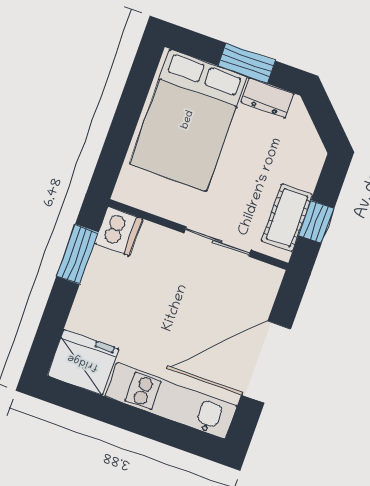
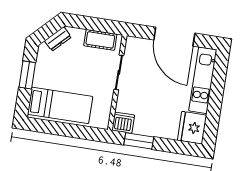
dresser: (268, 98) -> (58, 39), moved, turned 45
bed: (188, 120) -> (60, 105), width x0.67
window: (316, 222) -> (100, 25), removed

